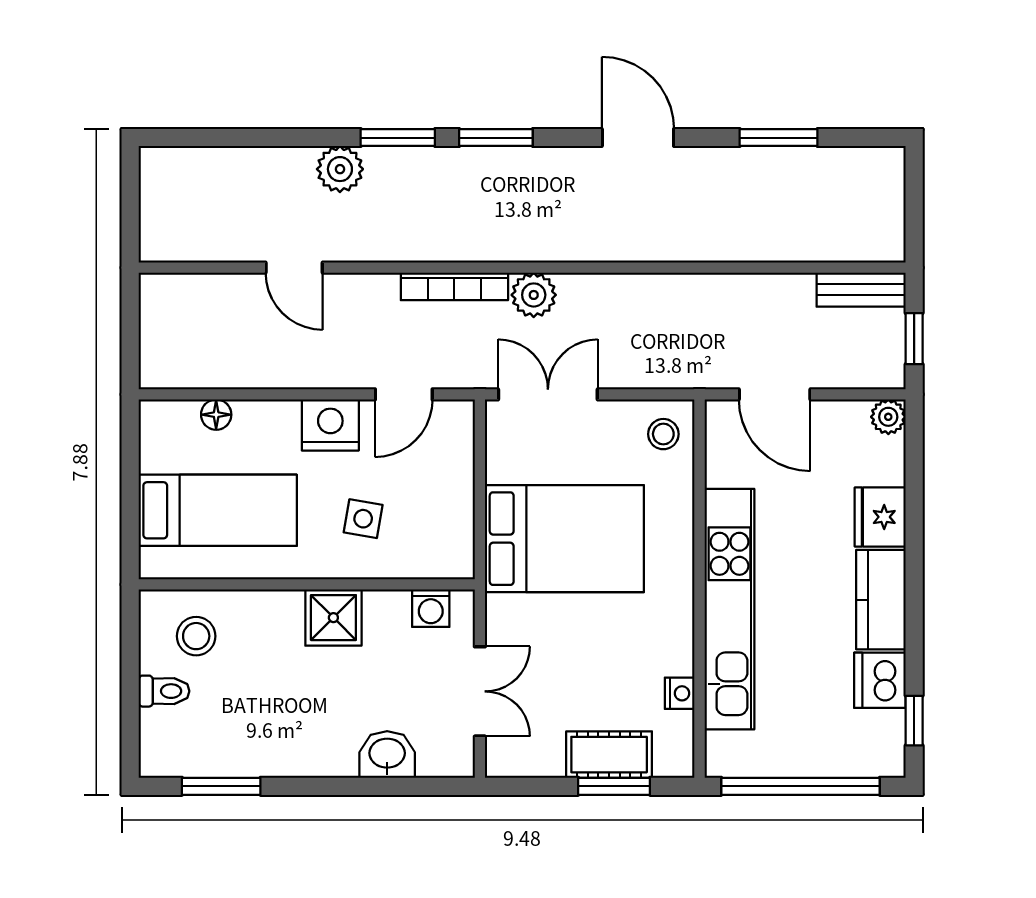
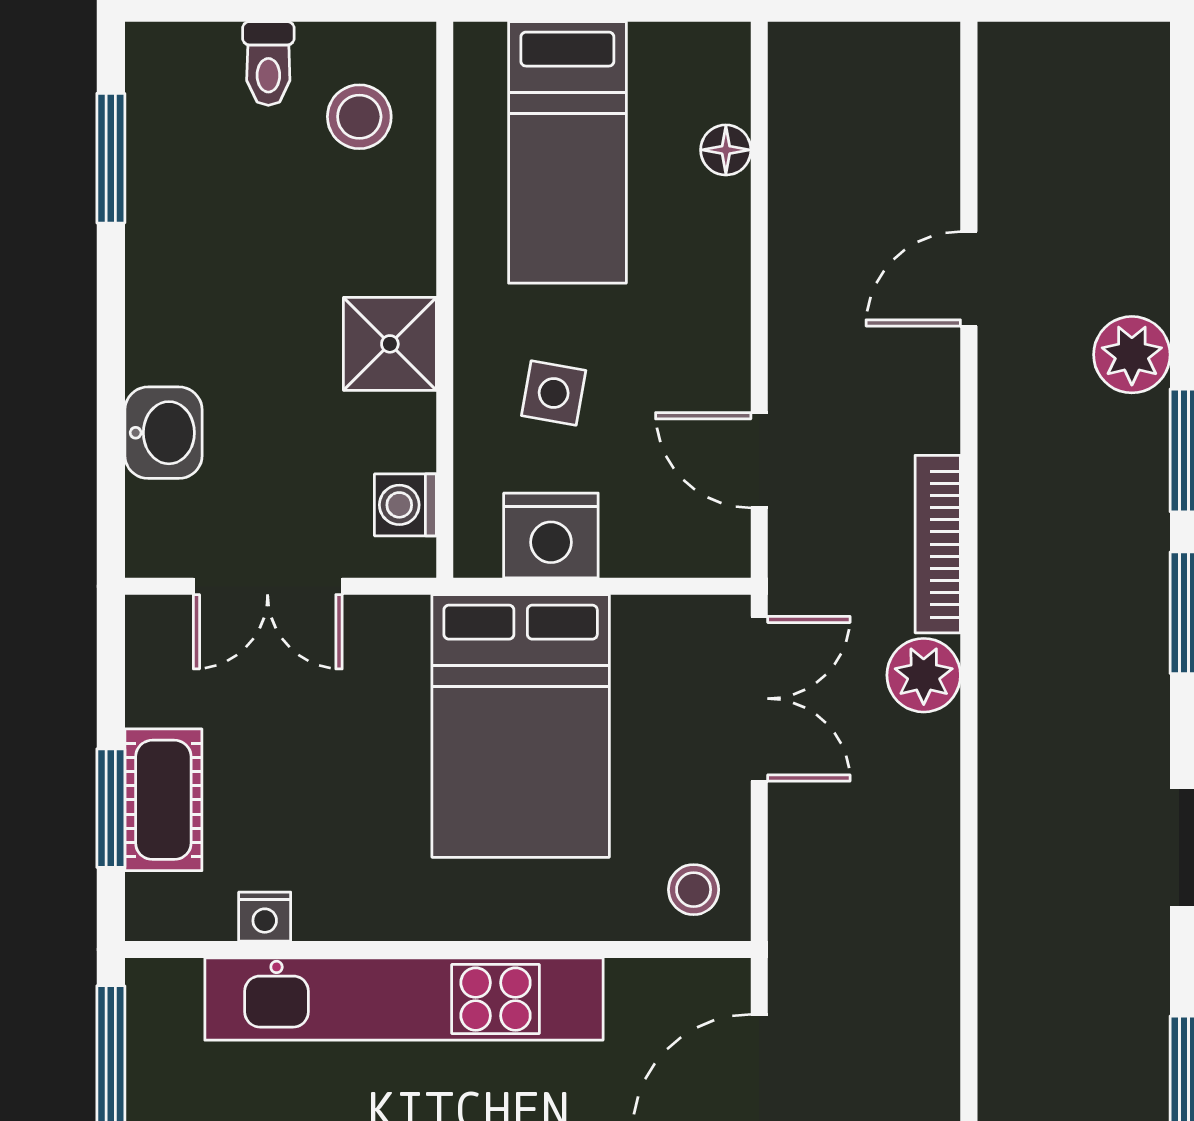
nightstand: (330, 425) -> (551, 535), moved, turned 90

